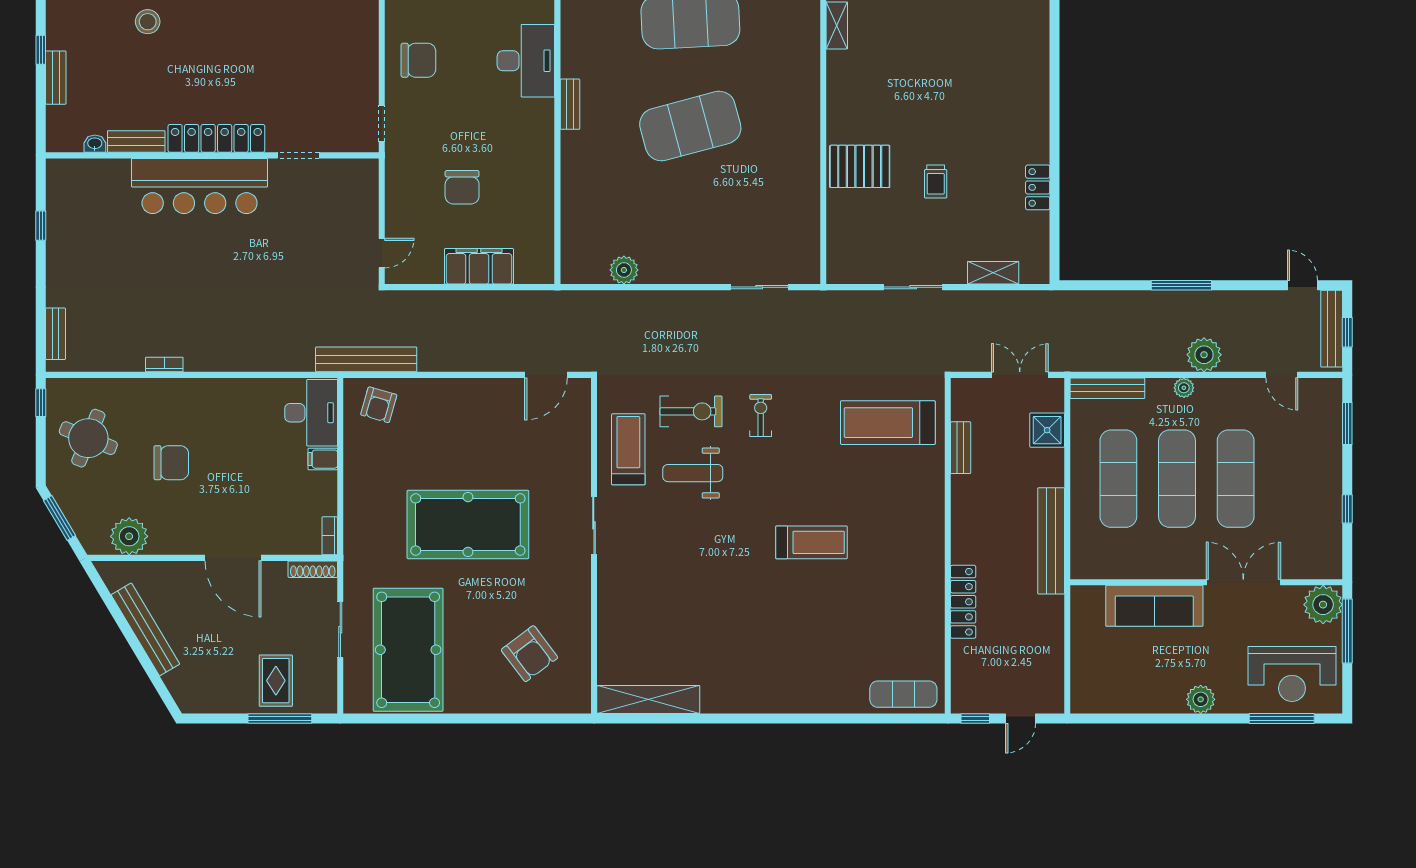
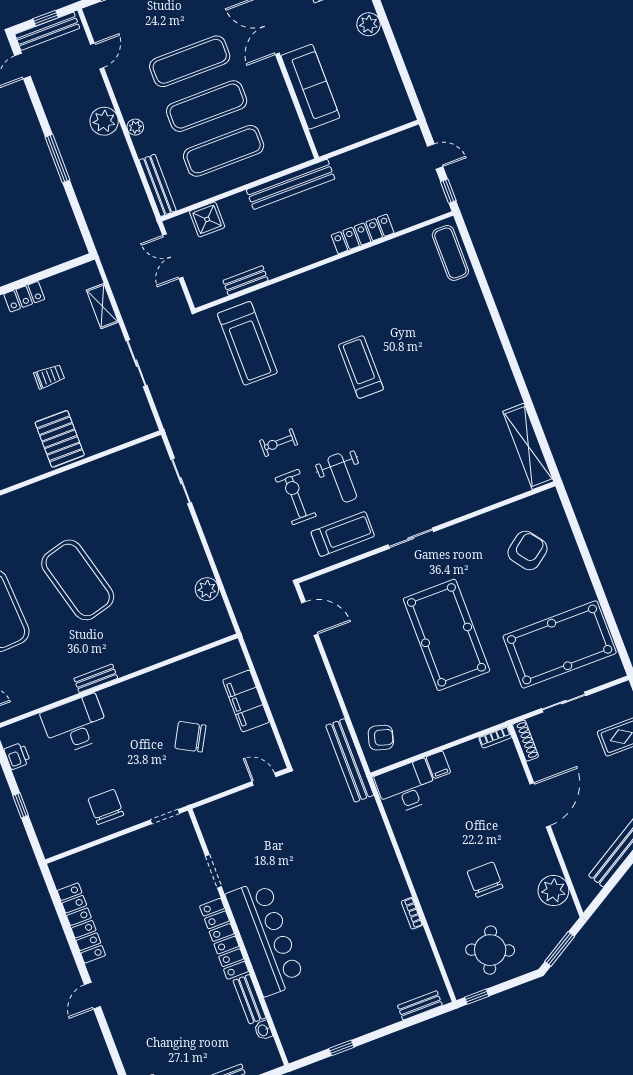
stool: (148, 22) -> (155, 1025), removed
chair: (462, 187) -> (190, 737), turned -151
treadmill: (628, 449) -> (343, 534), turned 180

